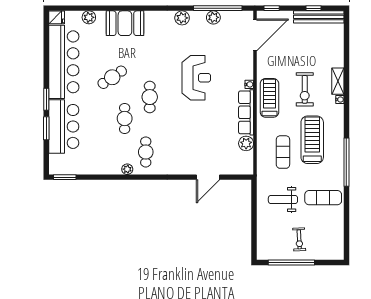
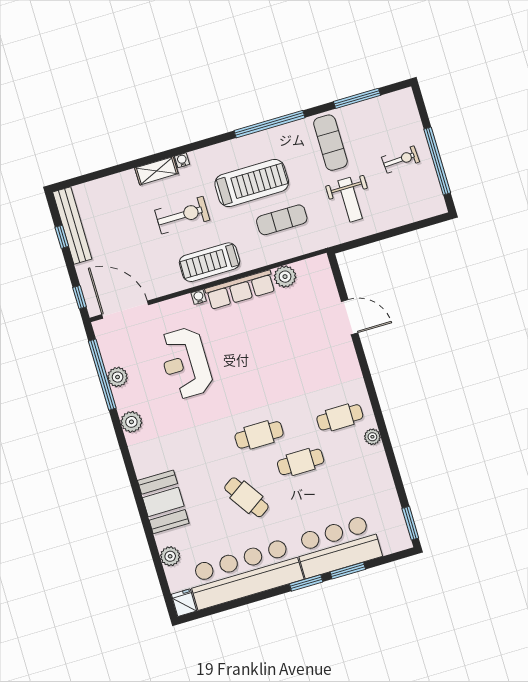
reception desk: (196, 78) -> (185, 363), moved, turned -90
treadmill: (312, 140) -> (252, 183), turned 180
window: (346, 223) -> (357, 98), added

